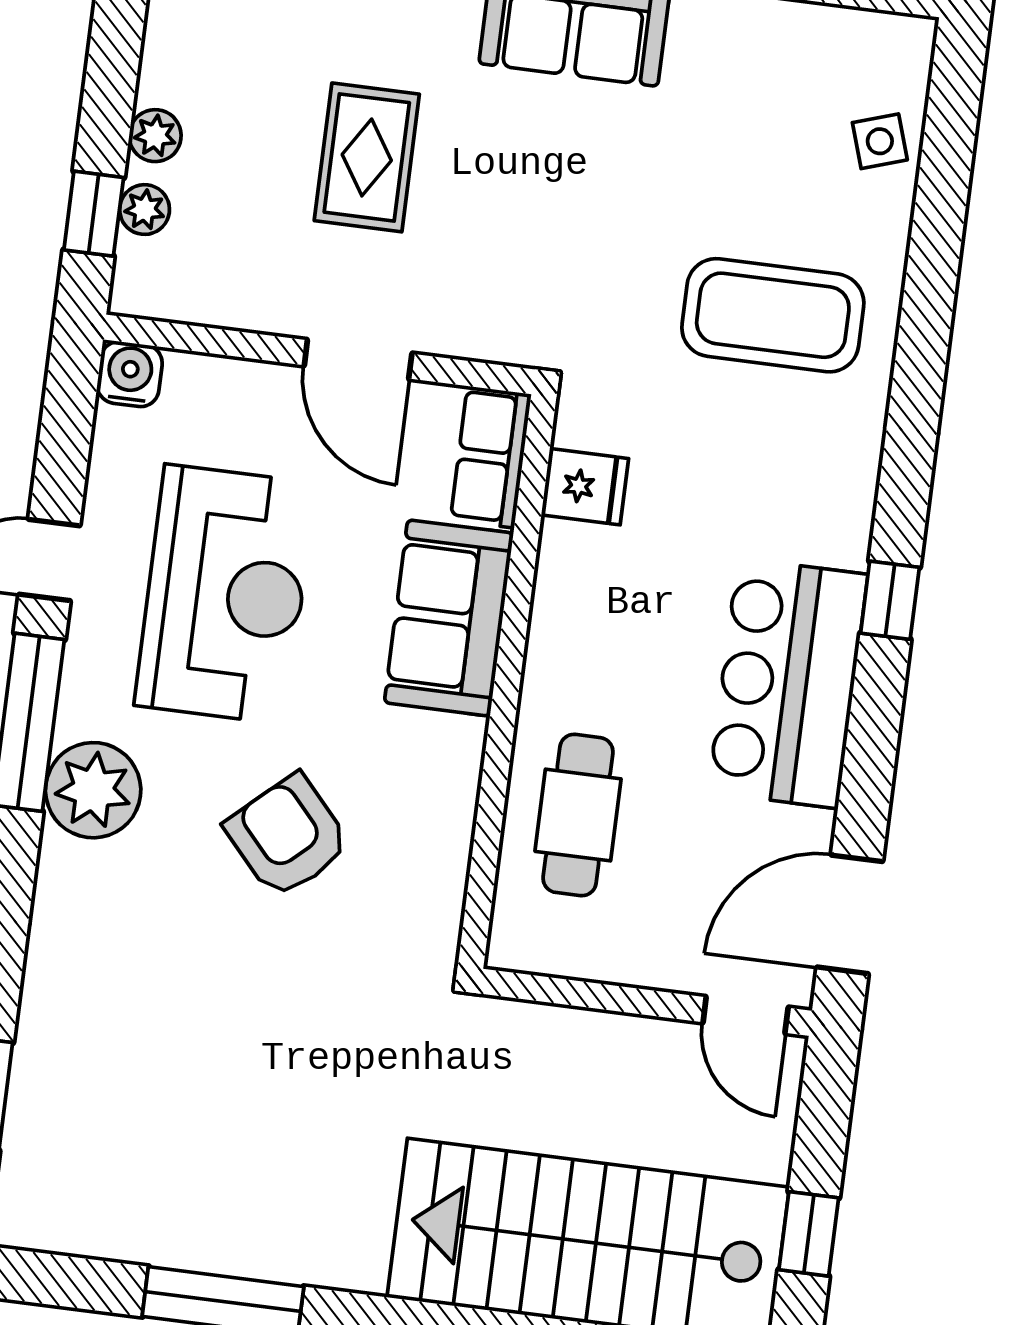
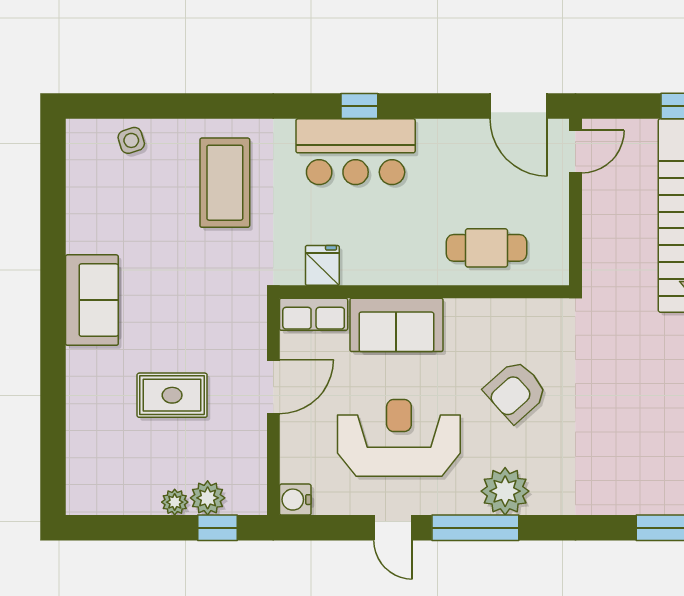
plant: (145, 210) -> (208, 498), width x1.38, depth x1.38
bar counter: (788, 683) -> (356, 152), moved

